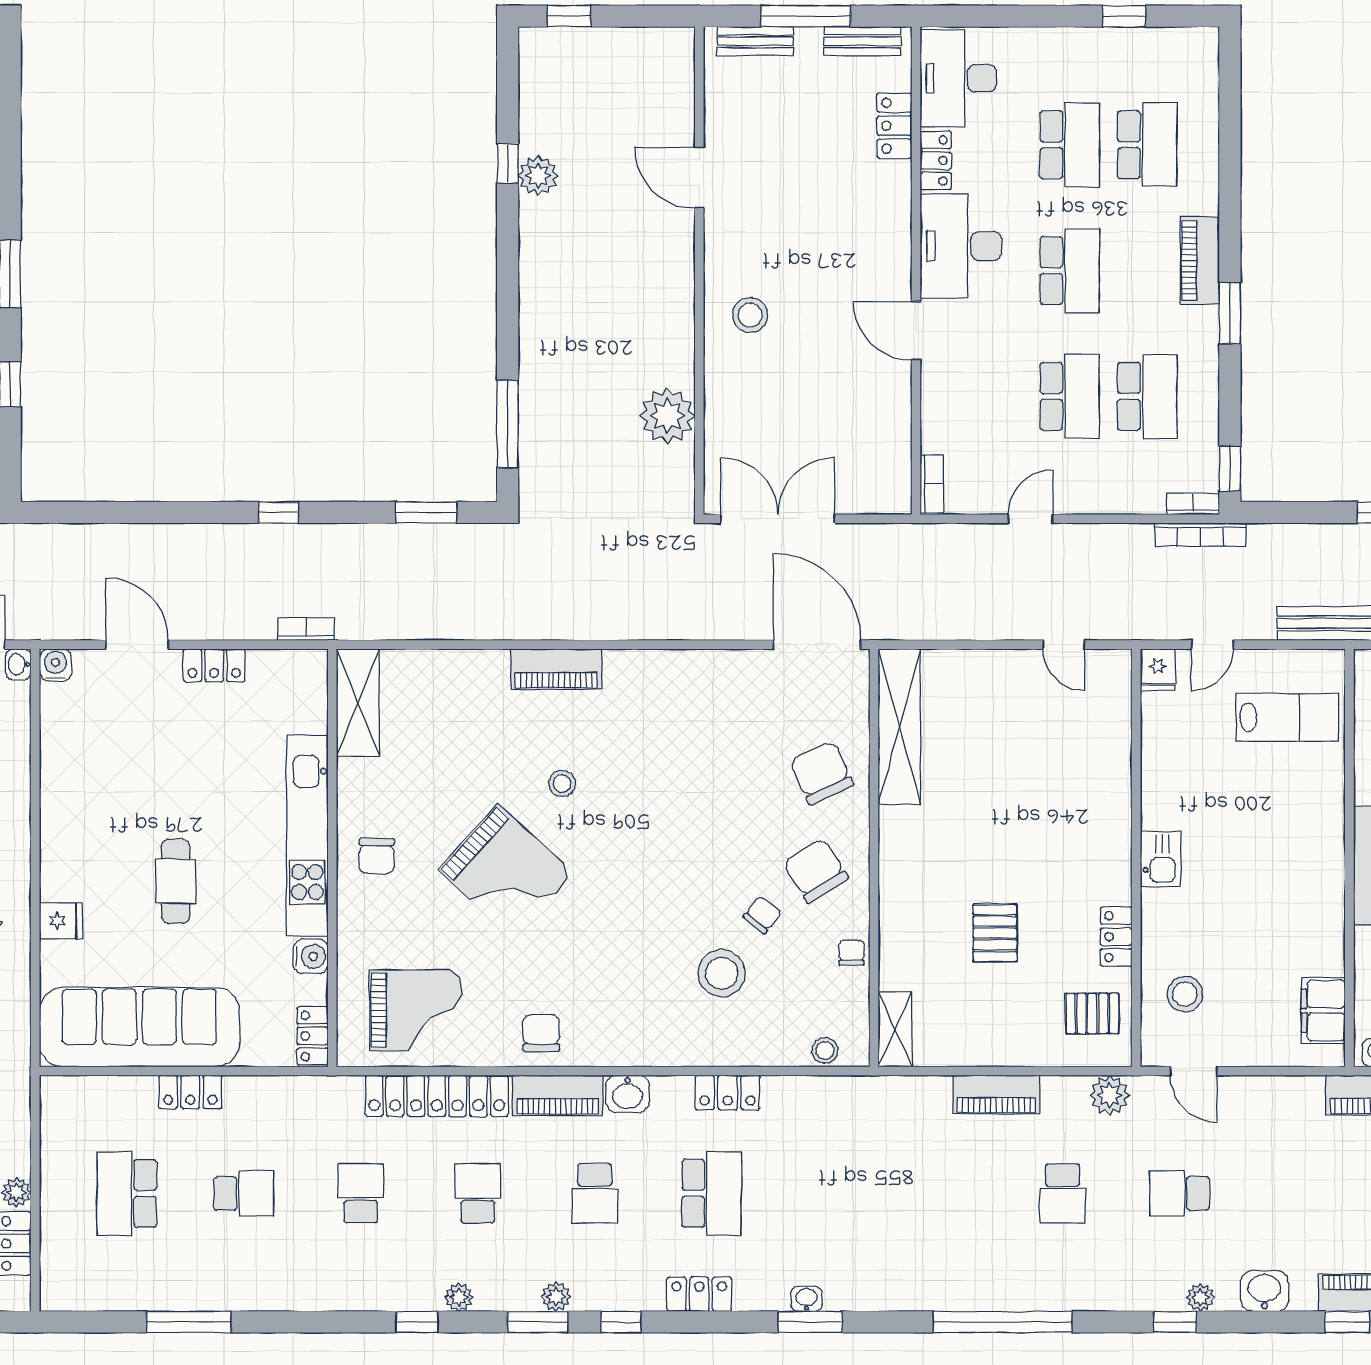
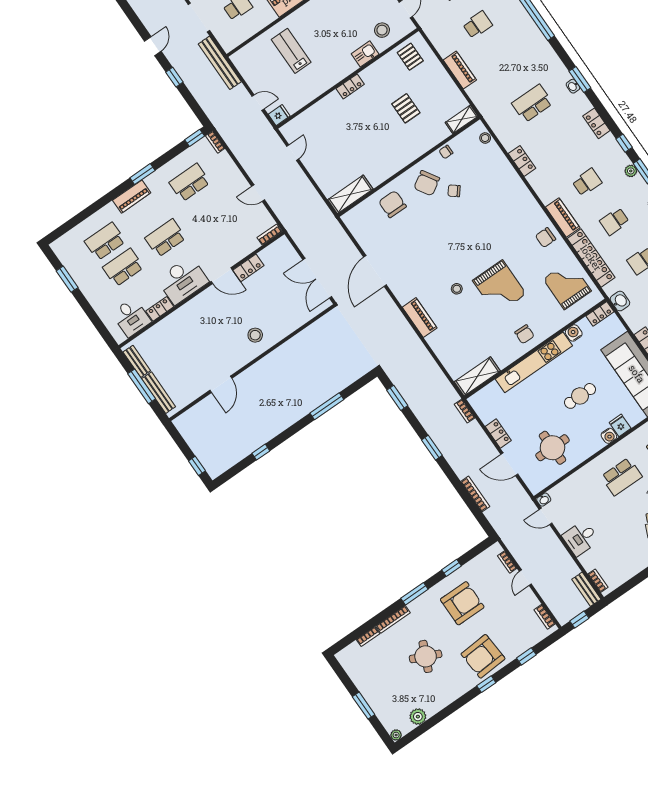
window: (1124, 16) -> (67, 279), width x1.50
bench: (755, 41) -> (159, 393), width x1.36
desk: (958, 78) -> (131, 317), width x0.73
locker: (894, 126) -> (248, 268), moved
plant: (538, 176) -> (258, 439), removed
door: (916, 331) -> (222, 276), hinge flipped
school desk: (1070, 396) -> (208, 209), removed
plant: (667, 416) -> (308, 339), removed
window: (508, 424) -> (327, 406), moved
window: (278, 512) -> (432, 448), width x1.50
bookcase: (1200, 535) -> (475, 494), moved
door: (137, 645) -> (509, 464), hinge flipped
door: (817, 645) -> (375, 271), moved
water cooler: (56, 665) -> (609, 436), moved, turned -90
lab bench: (1287, 717) -> (291, 51), moved
shelving: (899, 727) -> (350, 194), width x0.68
round table: (110, 754) -> (552, 448), added
chair: (821, 773) -> (392, 204), turned 115
chair: (377, 856) -> (524, 334), turned 92
kitchen sink: (1160, 859) -> (365, 54), moved
grand piano: (506, 871) -> (499, 287), turned 138
pallet: (995, 933) -> (406, 108), turned 90
locker: (1116, 937) -> (350, 86), moved
stool: (722, 973) -> (483, 191), removed
washbasin: (627, 1094) -> (620, 301), moved
plant: (1110, 1095) -> (434, 32), removed
school desk: (712, 1193) -> (532, 103), moved

